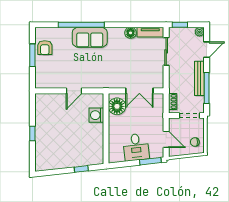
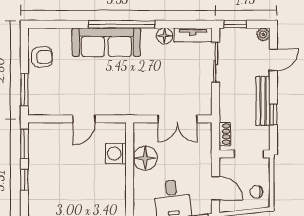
window: (81, 25) -> (122, 24), moved
sofa: (90, 37) -> (106, 42), width x1.36
armchair: (45, 48) -> (42, 57), turned -93
window: (32, 55) -> (24, 90), moved
window: (207, 88) -> (273, 115), width x0.46
floor lamp: (117, 106) -> (145, 158), moved
window: (32, 108) -> (24, 144), added

